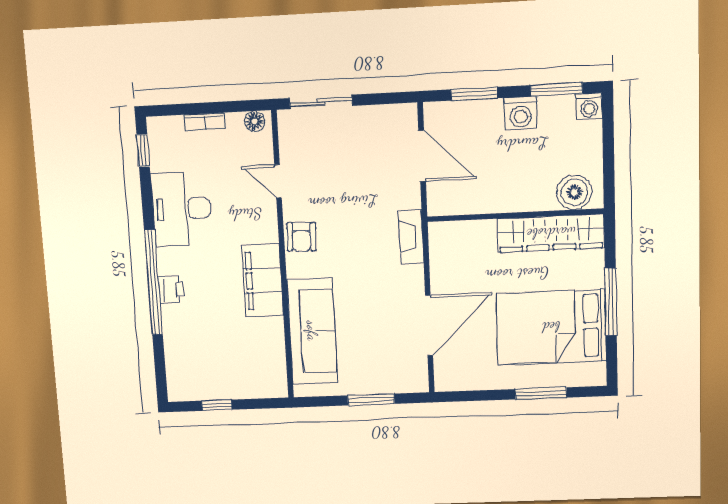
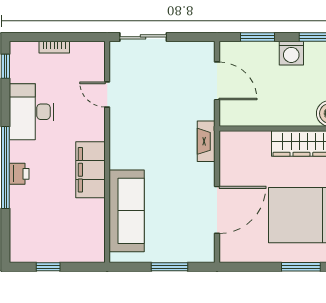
floor lamp: (255, 121) -> (92, 49), removed
armchair: (302, 237) -> (123, 137), removed

